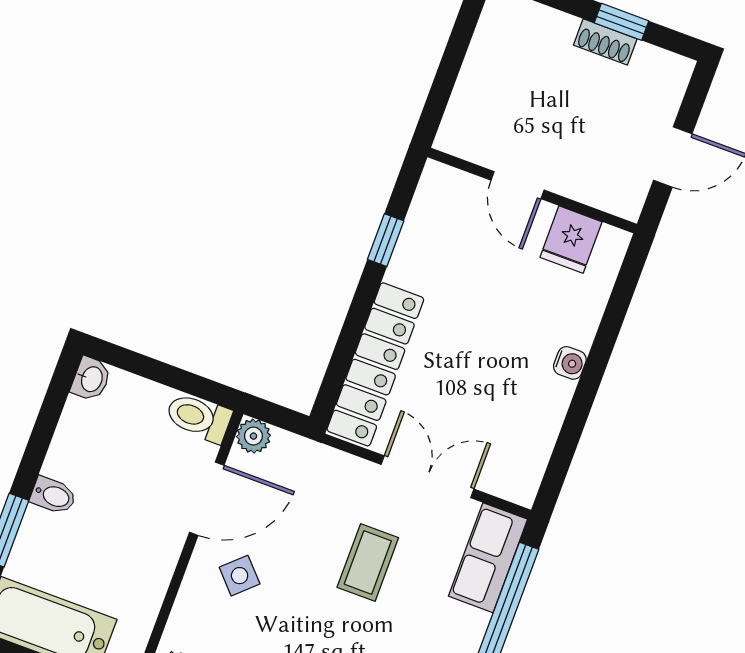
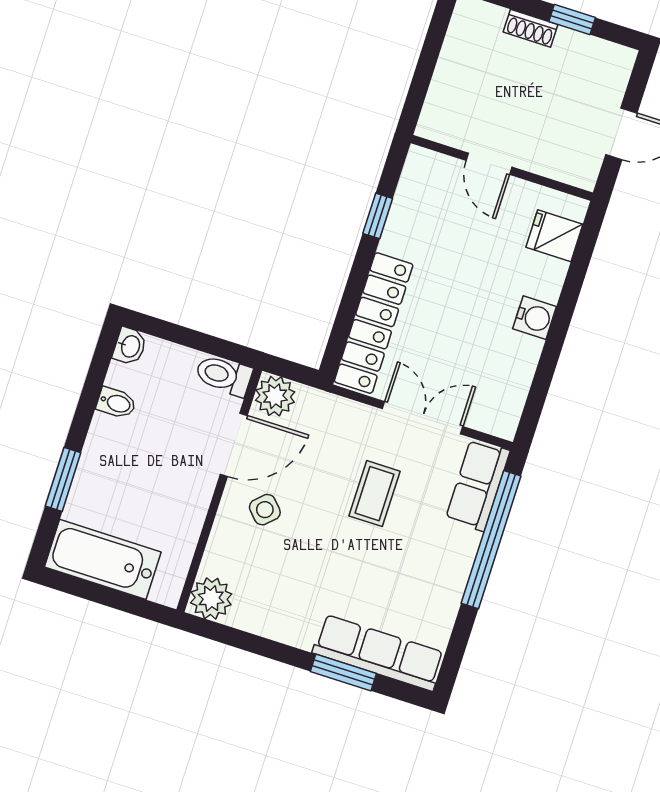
shoe rack: (605, 42) -> (531, 28), moved
fridge: (571, 240) -> (554, 236), moved, turned 90
water cooler: (570, 363) -> (535, 318), width x1.38, depth x1.38
plant: (253, 436) -> (275, 396), width x1.38, depth x1.38
bidet: (53, 496) -> (116, 403), moved

